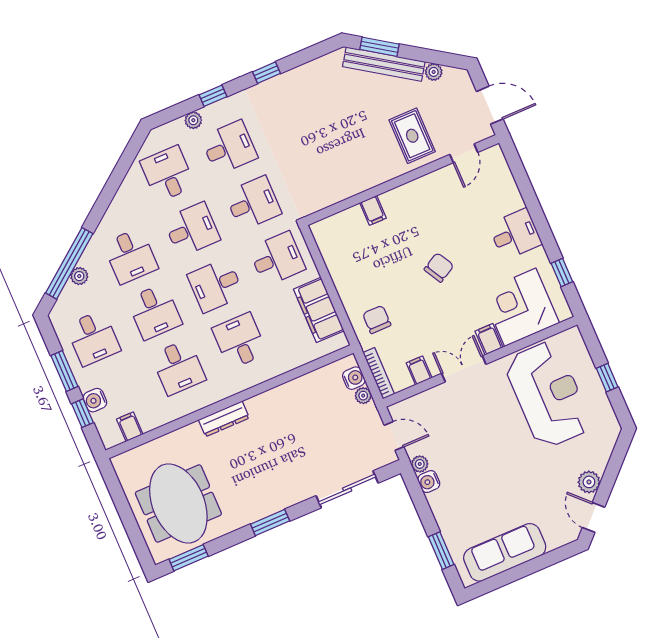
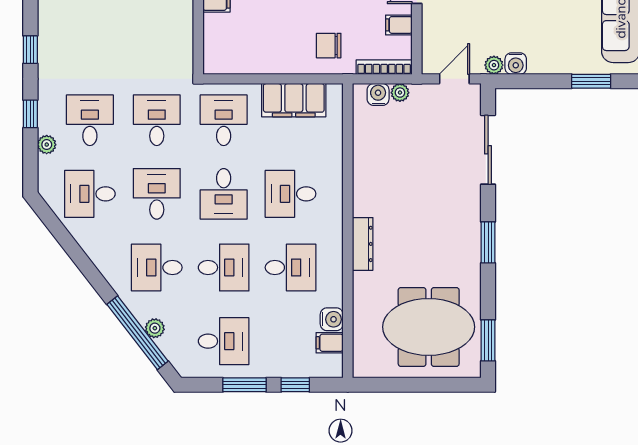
desk: (130, 256) -> (157, 267), turned 180
water cooler: (95, 400) -> (332, 319), moved, turned -90

